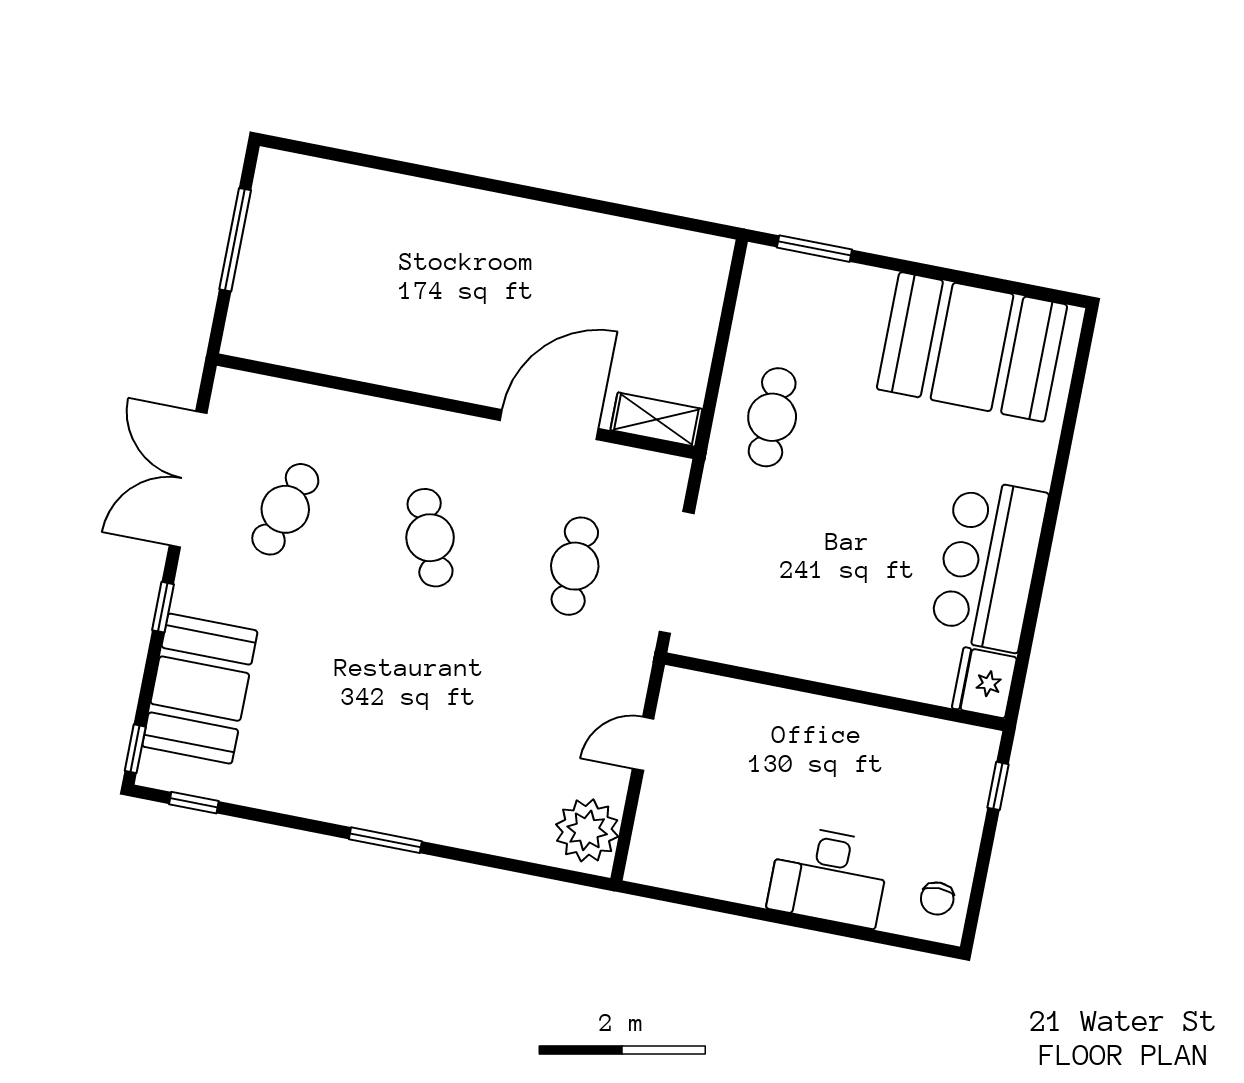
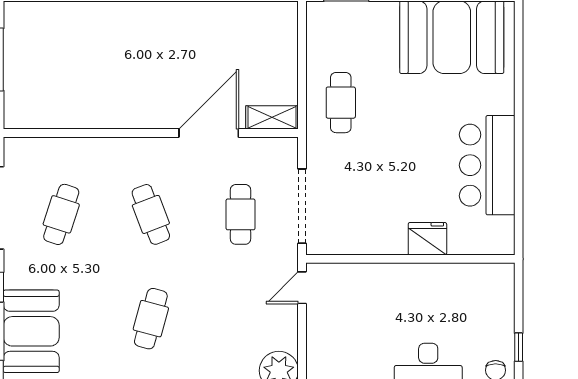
fridge: (984, 683) -> (427, 239), moved, turned 90
cafe table: (397, 706) -> (151, 319), added
door: (643, 744) -> (302, 288), moved
window: (998, 786) -> (519, 347), moved

